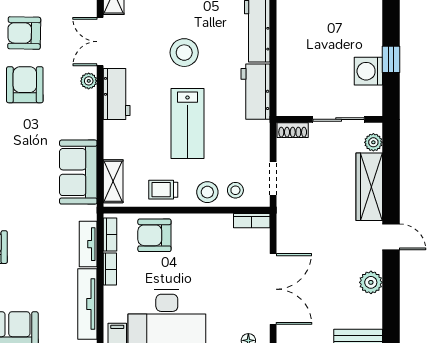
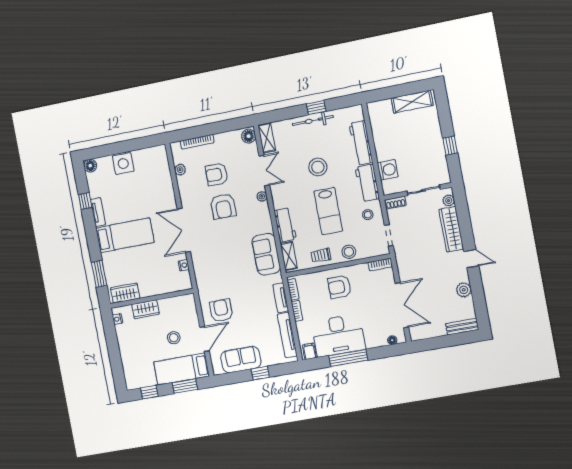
double door: (100, 42) -> (264, 171), swing flipped
washing machine: (368, 71) -> (388, 170), moved, turned 180
armchair: (25, 85) -> (223, 206), turned 180
workbench: (117, 94) -> (285, 225), moved
stool: (235, 190) -> (368, 215), moved
armchair: (154, 235) -> (339, 287), moved

